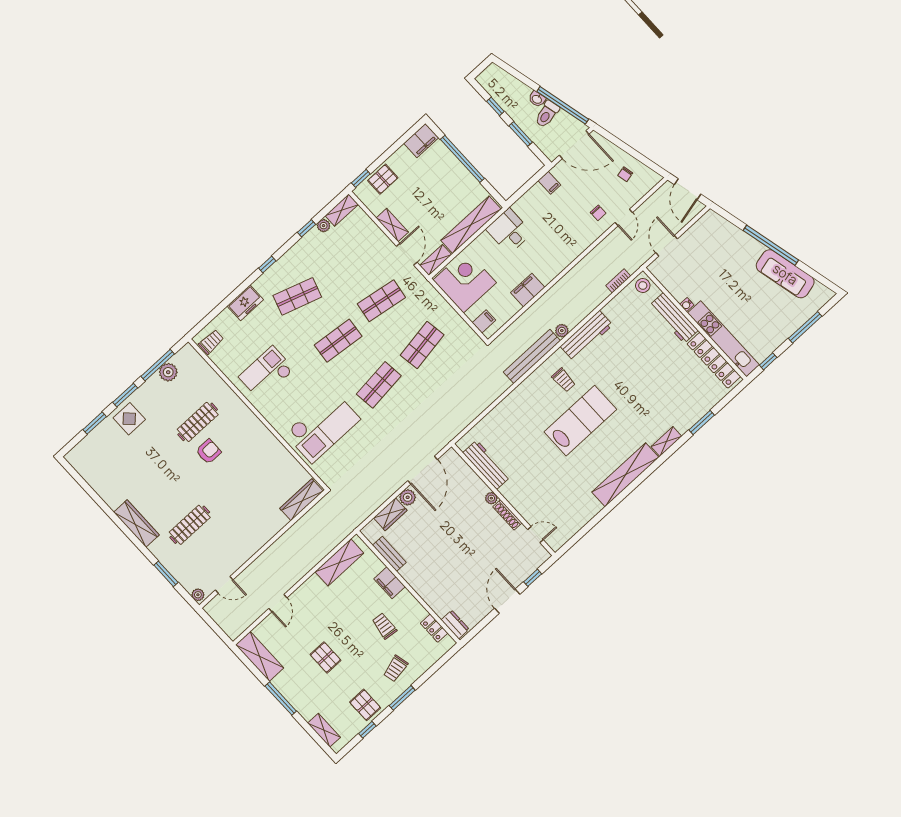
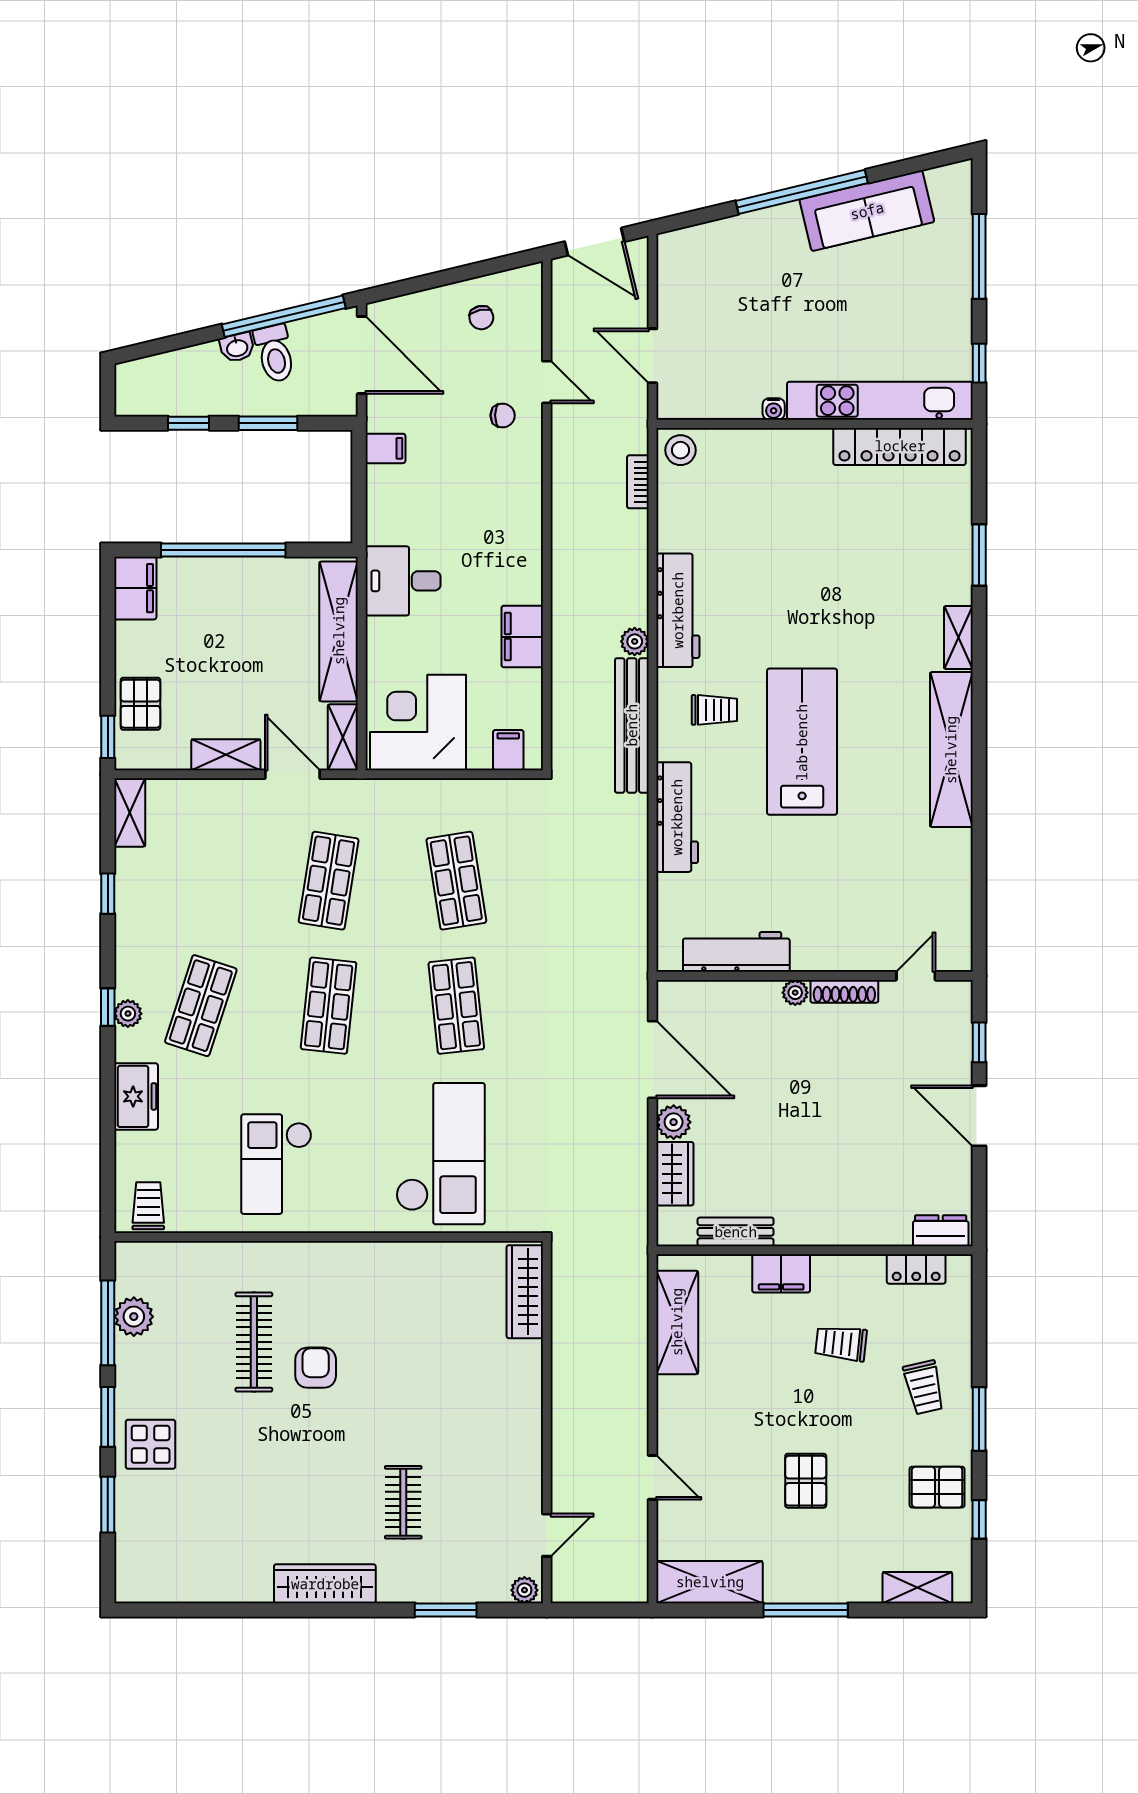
door: (574, 145) -> (362, 355), hinge flipped
plant: (324, 226) -> (128, 1014), moved
workbench: (674, 318) -> (677, 817), moved, turned -90
clothes rail: (190, 525) -> (403, 1502), width x0.73
pallet: (325, 657) -> (806, 1481), turned 90

